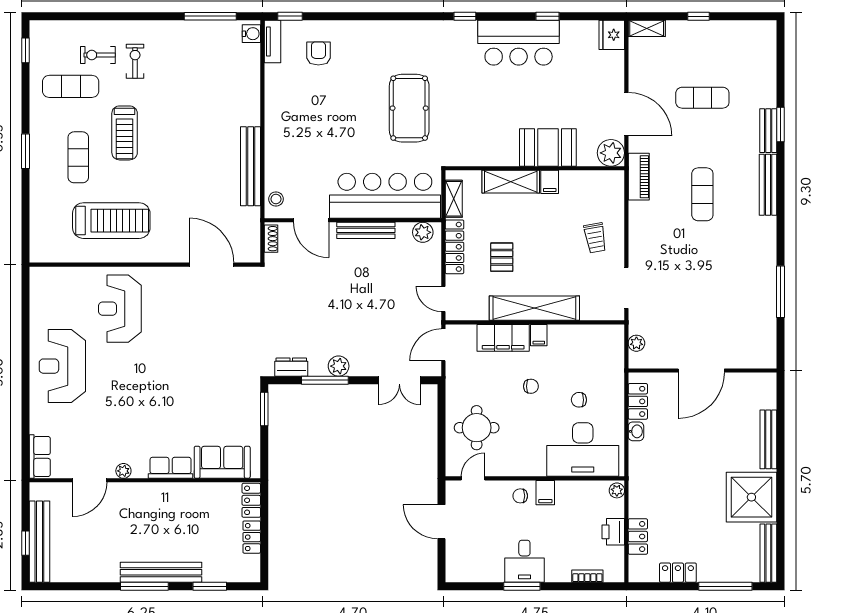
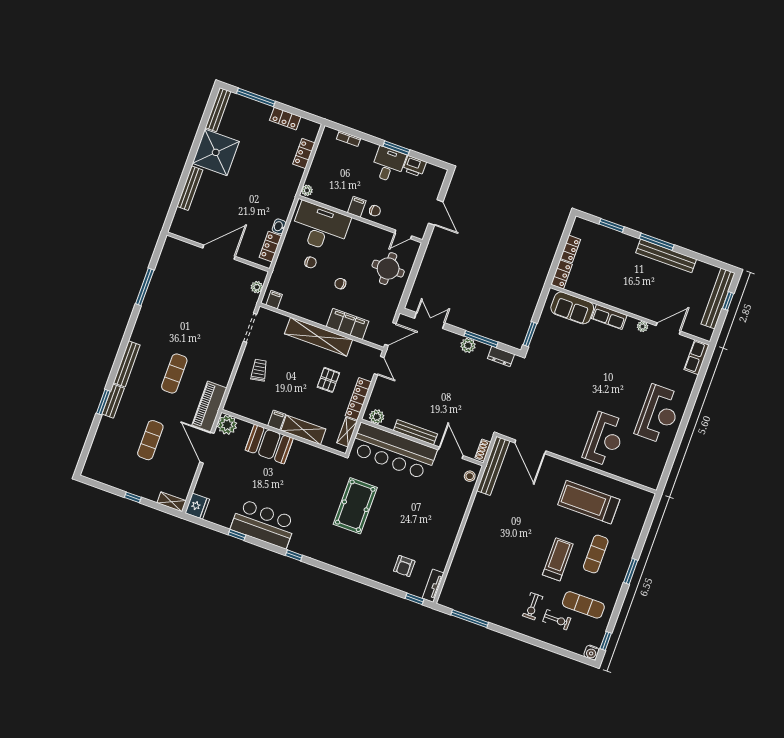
water cooler: (251, 34) -> (591, 652), moved, turned -90
exercise mat: (702, 98) -> (150, 440), turned 90
bench: (251, 166) -> (493, 466), moved
piano: (639, 177) -> (209, 407), width x1.37, depth x1.33
filing cabinet: (539, 335) -> (274, 300), moved
printer: (613, 532) -> (415, 166), moved, turned 90
bench: (161, 572) -> (666, 256), moved

